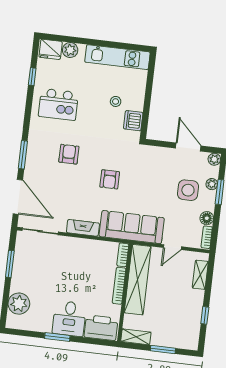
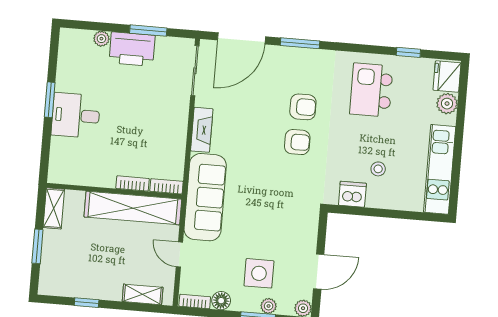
armchair: (110, 179) -> (297, 142), moved, turned 180
bookcase: (119, 286) -> (133, 183), width x0.64
plant: (19, 304) -> (101, 39), width x0.53, depth x0.53
printer: (101, 328) -> (132, 49), moved, turned 90

